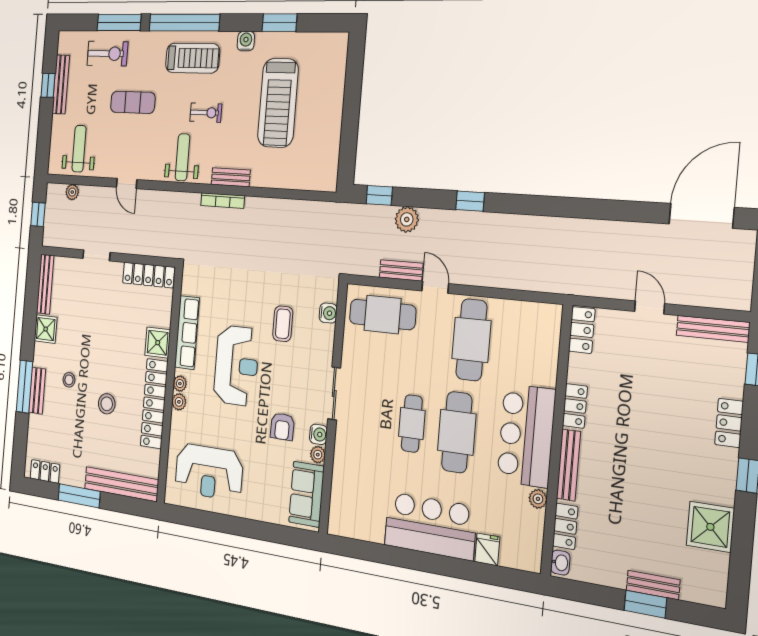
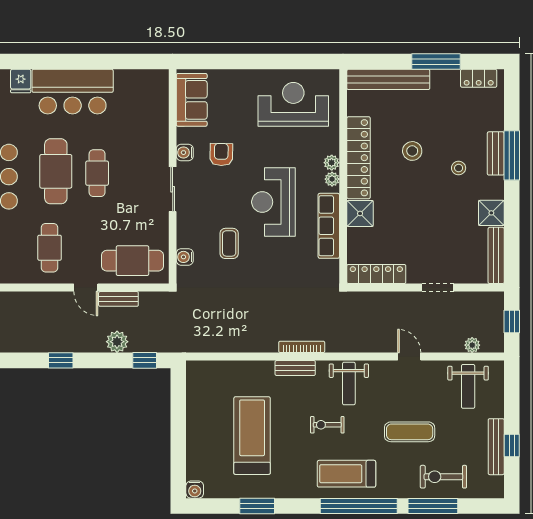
water cooler: (246, 41) -> (195, 490), moved
cafe table: (471, 340) -> (50, 248), width x0.73, depth x0.74
plant: (318, 455) -> (184, 135), removed

